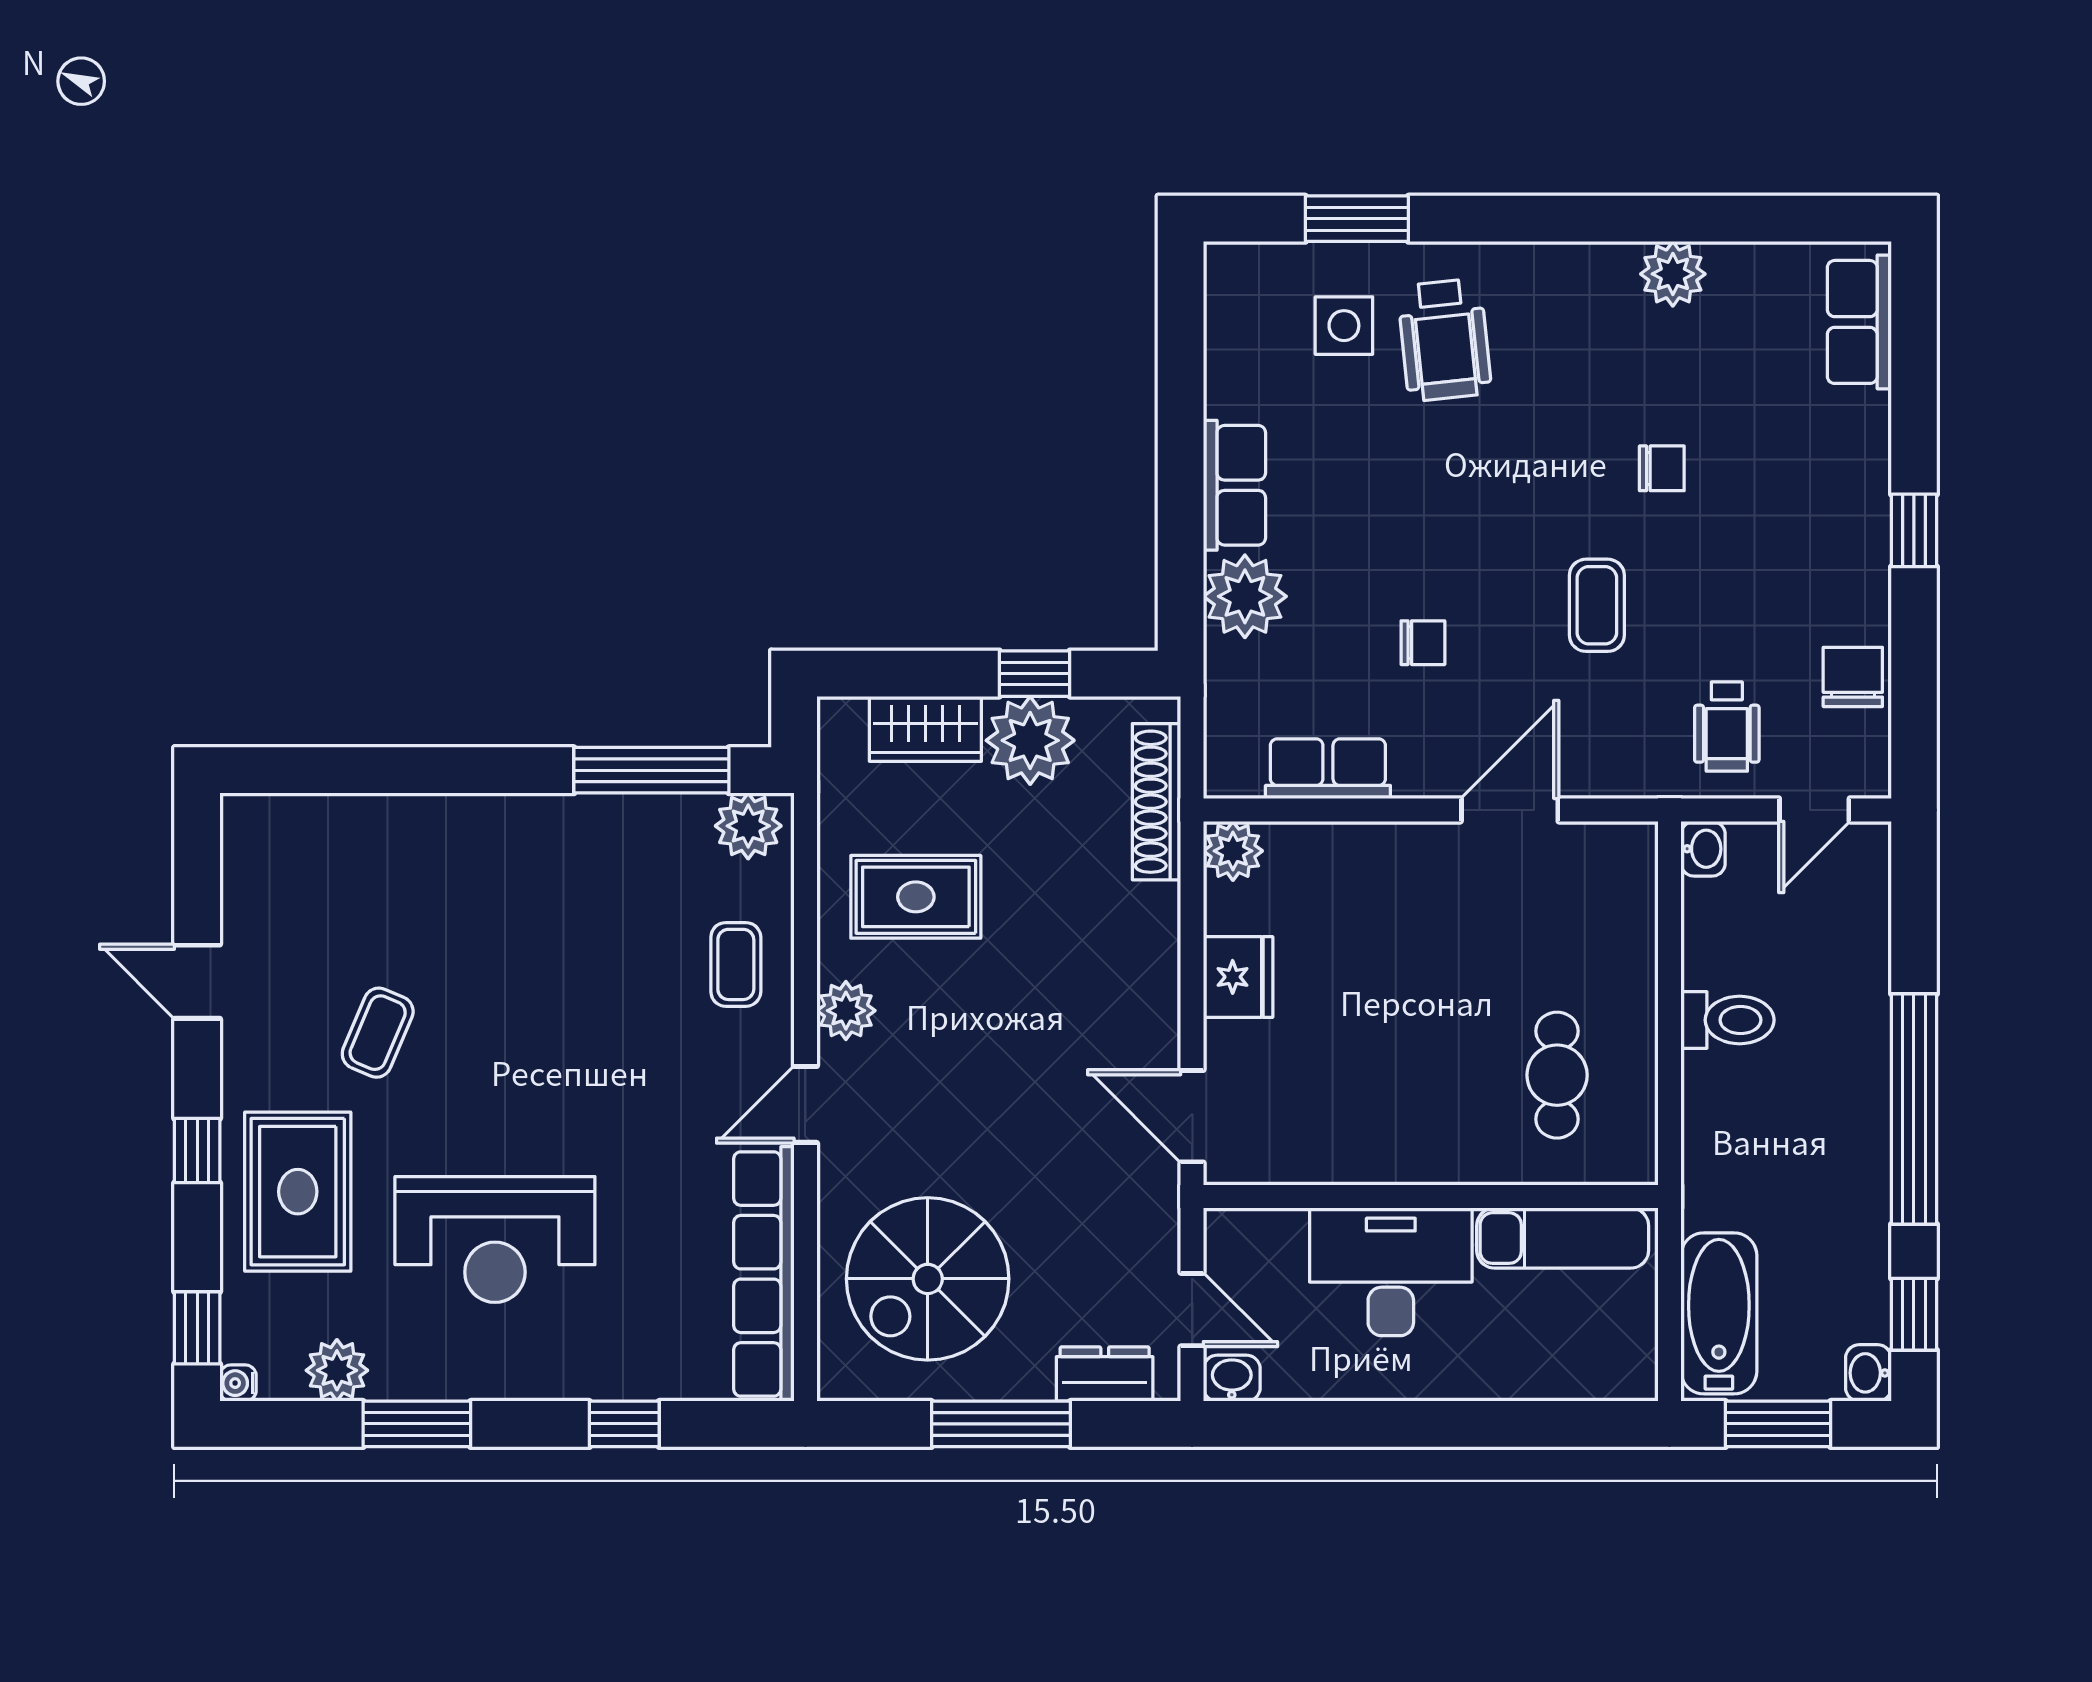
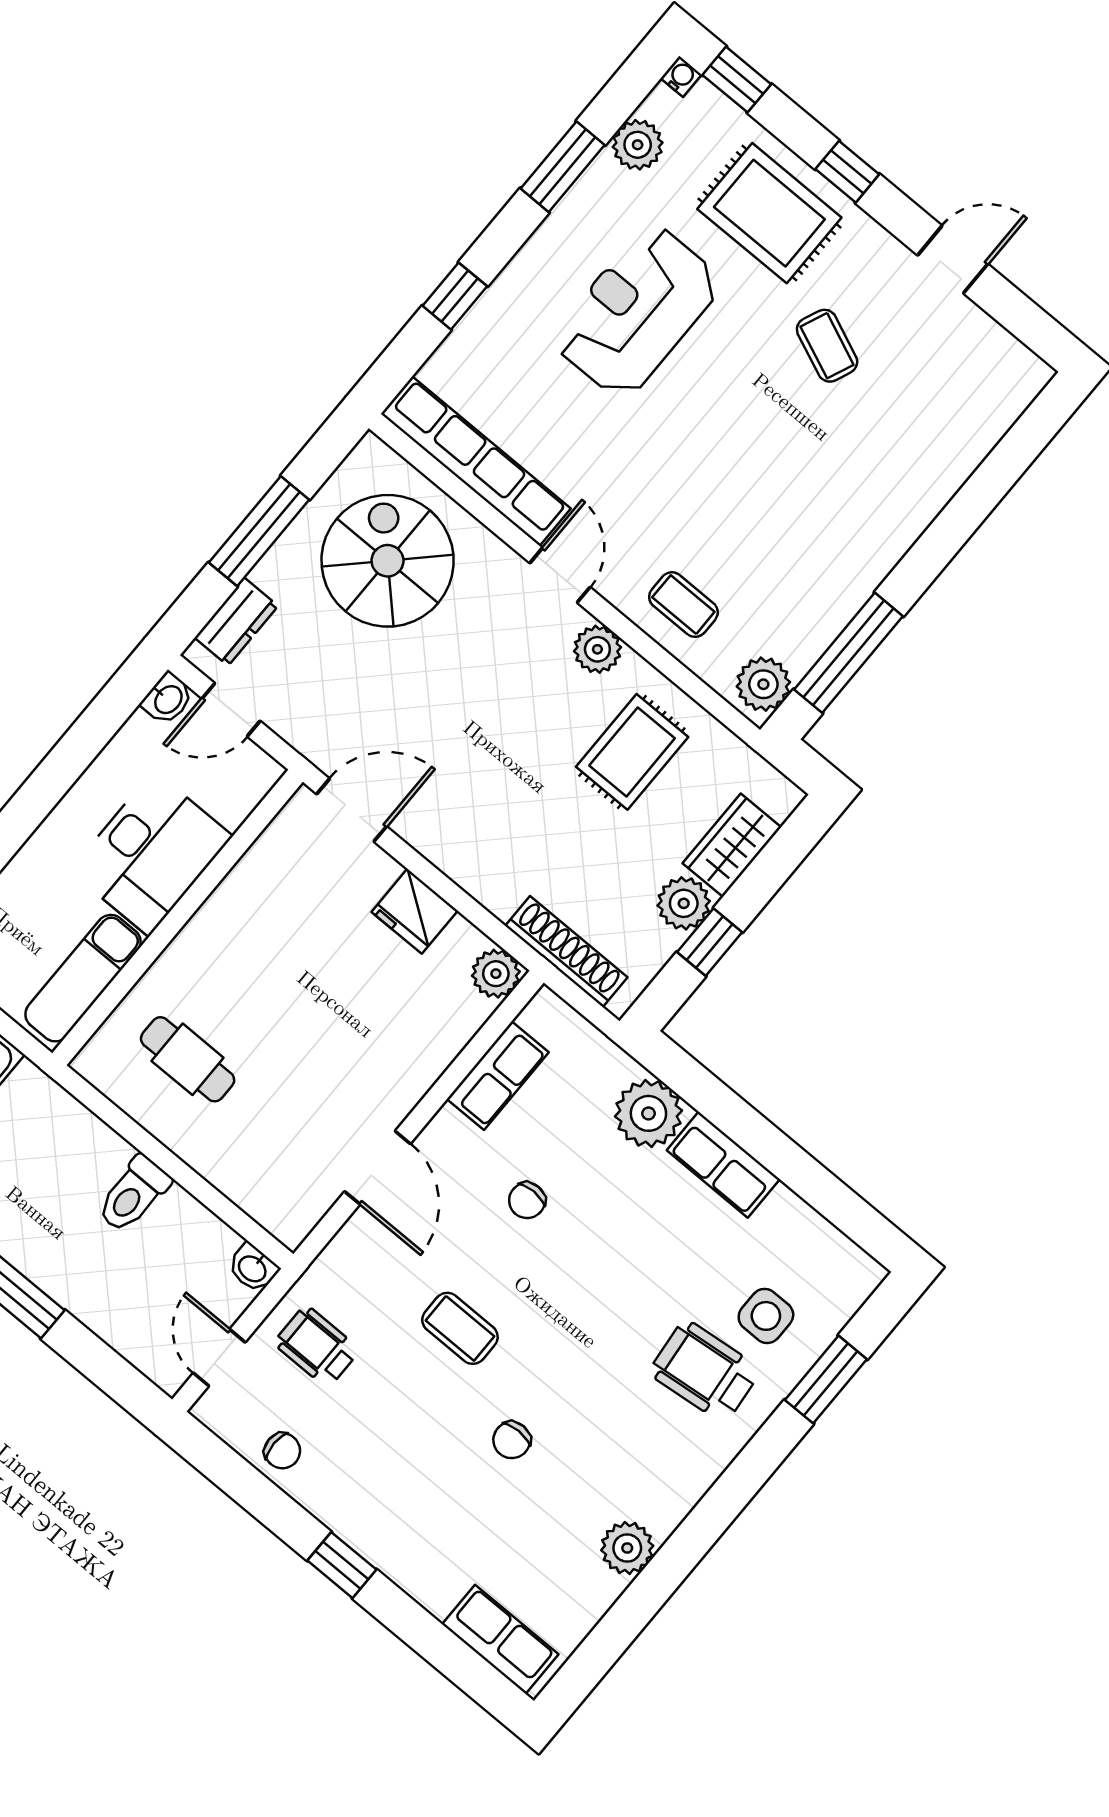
chair: (1853, 677) -> (282, 1451), width x0.73, depth x0.73
plant: (1030, 740) -> (684, 903), width x0.73, depth x0.73

